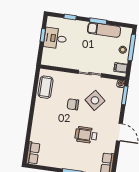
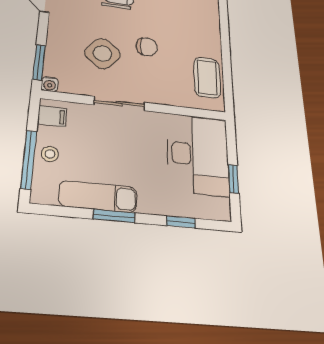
desk: (55, 38) -> (198, 155), width x1.87, depth x1.30

